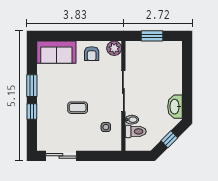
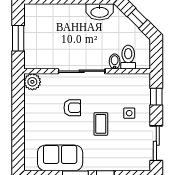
sofa: (56, 52) -> (60, 158), moved, turned -90
armchair: (92, 54) -> (72, 108), moved
side table: (106, 127) -> (129, 113), moved
window: (101, 156) -> (156, 97), added

